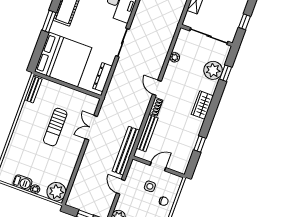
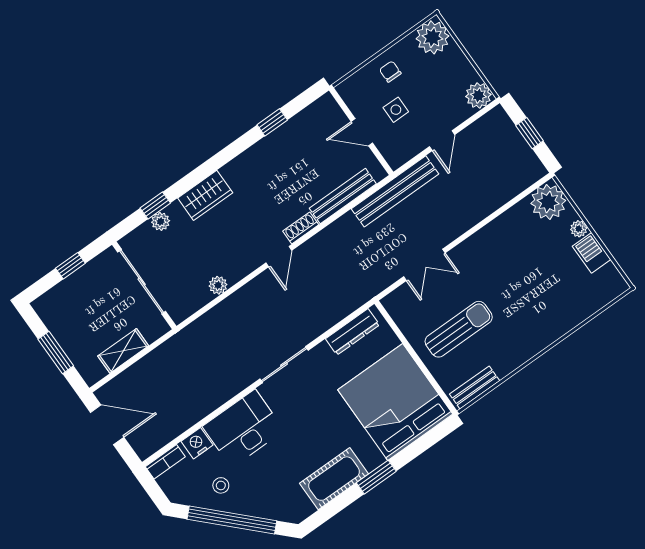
plant: (213, 70) -> (161, 221), width x0.53, depth x0.53
wardrobe: (202, 105) -> (205, 195), moved
sun lounger: (55, 127) -> (459, 329), moved

